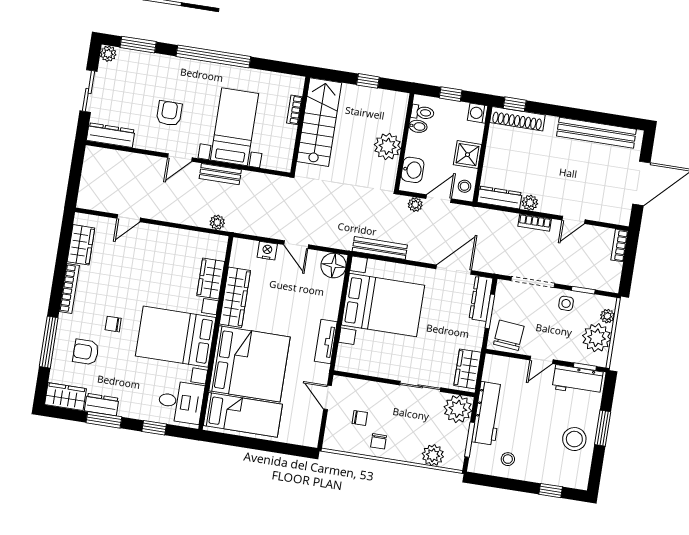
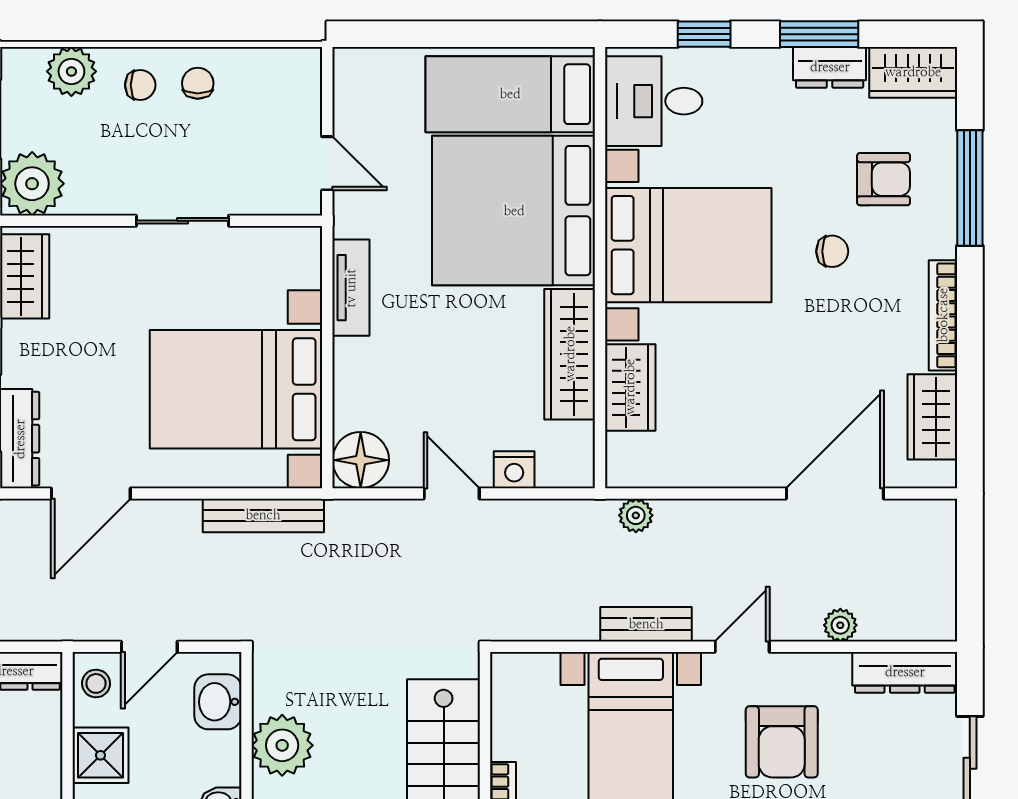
armchair: (169, 113) -> (782, 742), width x1.38, depth x1.38
plant: (415, 205) -> (840, 625), moved
door: (129, 218) -> (835, 493), width x1.88
sliding door: (420, 386) -> (183, 221), moved
chair: (360, 418) -> (140, 85), moved, turned 180

